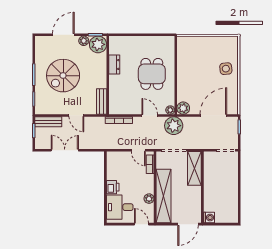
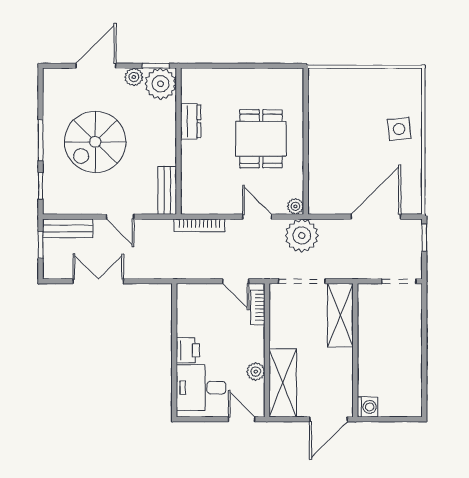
plant: (183, 108) -> (320, 203), removed
shelving: (163, 196) -> (283, 383), width x0.68

